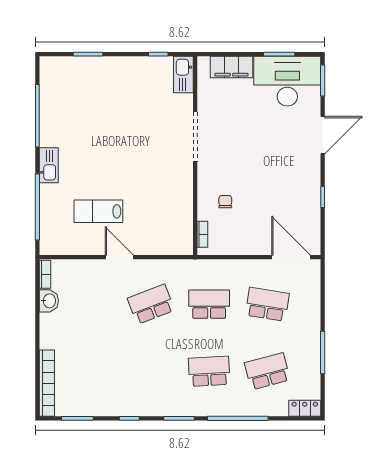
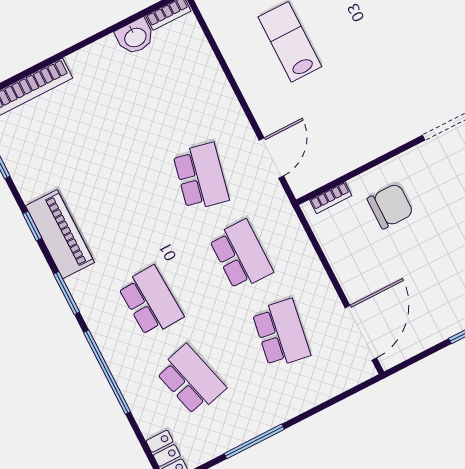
chair: (225, 202) -> (390, 206), width x1.87, depth x1.87
door: (119, 257) -> (271, 158), moved
school desk: (151, 304) -> (201, 177), turned 33
piano: (142, 404) -> (60, 234), added

